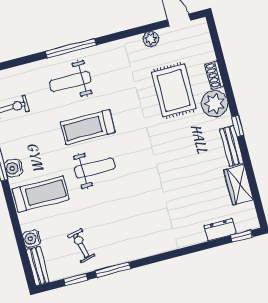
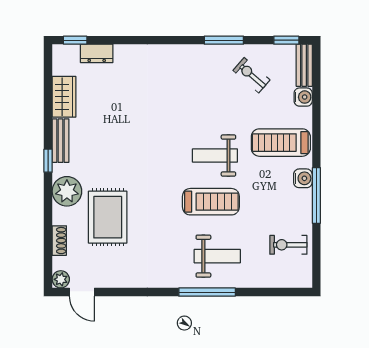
plant: (151, 39) -> (61, 279), moved
shoe rack: (214, 75) -> (59, 241), moved
exercise bike: (81, 246) -> (251, 75), turned 143
window: (76, 279) -> (286, 40), moved

